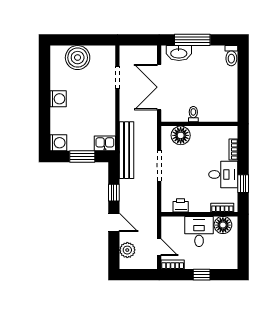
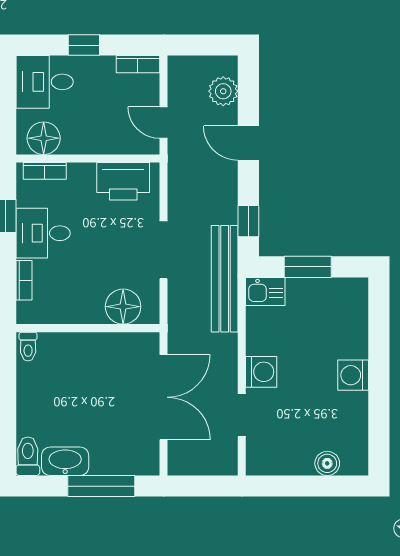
washbasin: (179, 53) -> (65, 461), moved
boiler: (78, 58) -> (327, 463), width x0.54, depth x0.54
toilet: (193, 114) -> (28, 347), moved
washing machine: (58, 143) -> (261, 372), moved, turned 180
window: (114, 193) -> (248, 221), moved
printer: (181, 205) -> (123, 181), width x1.87, depth x1.48
desk: (199, 231) -> (45, 82), moved, turned 90
door: (159, 247) -> (164, 123), moved

